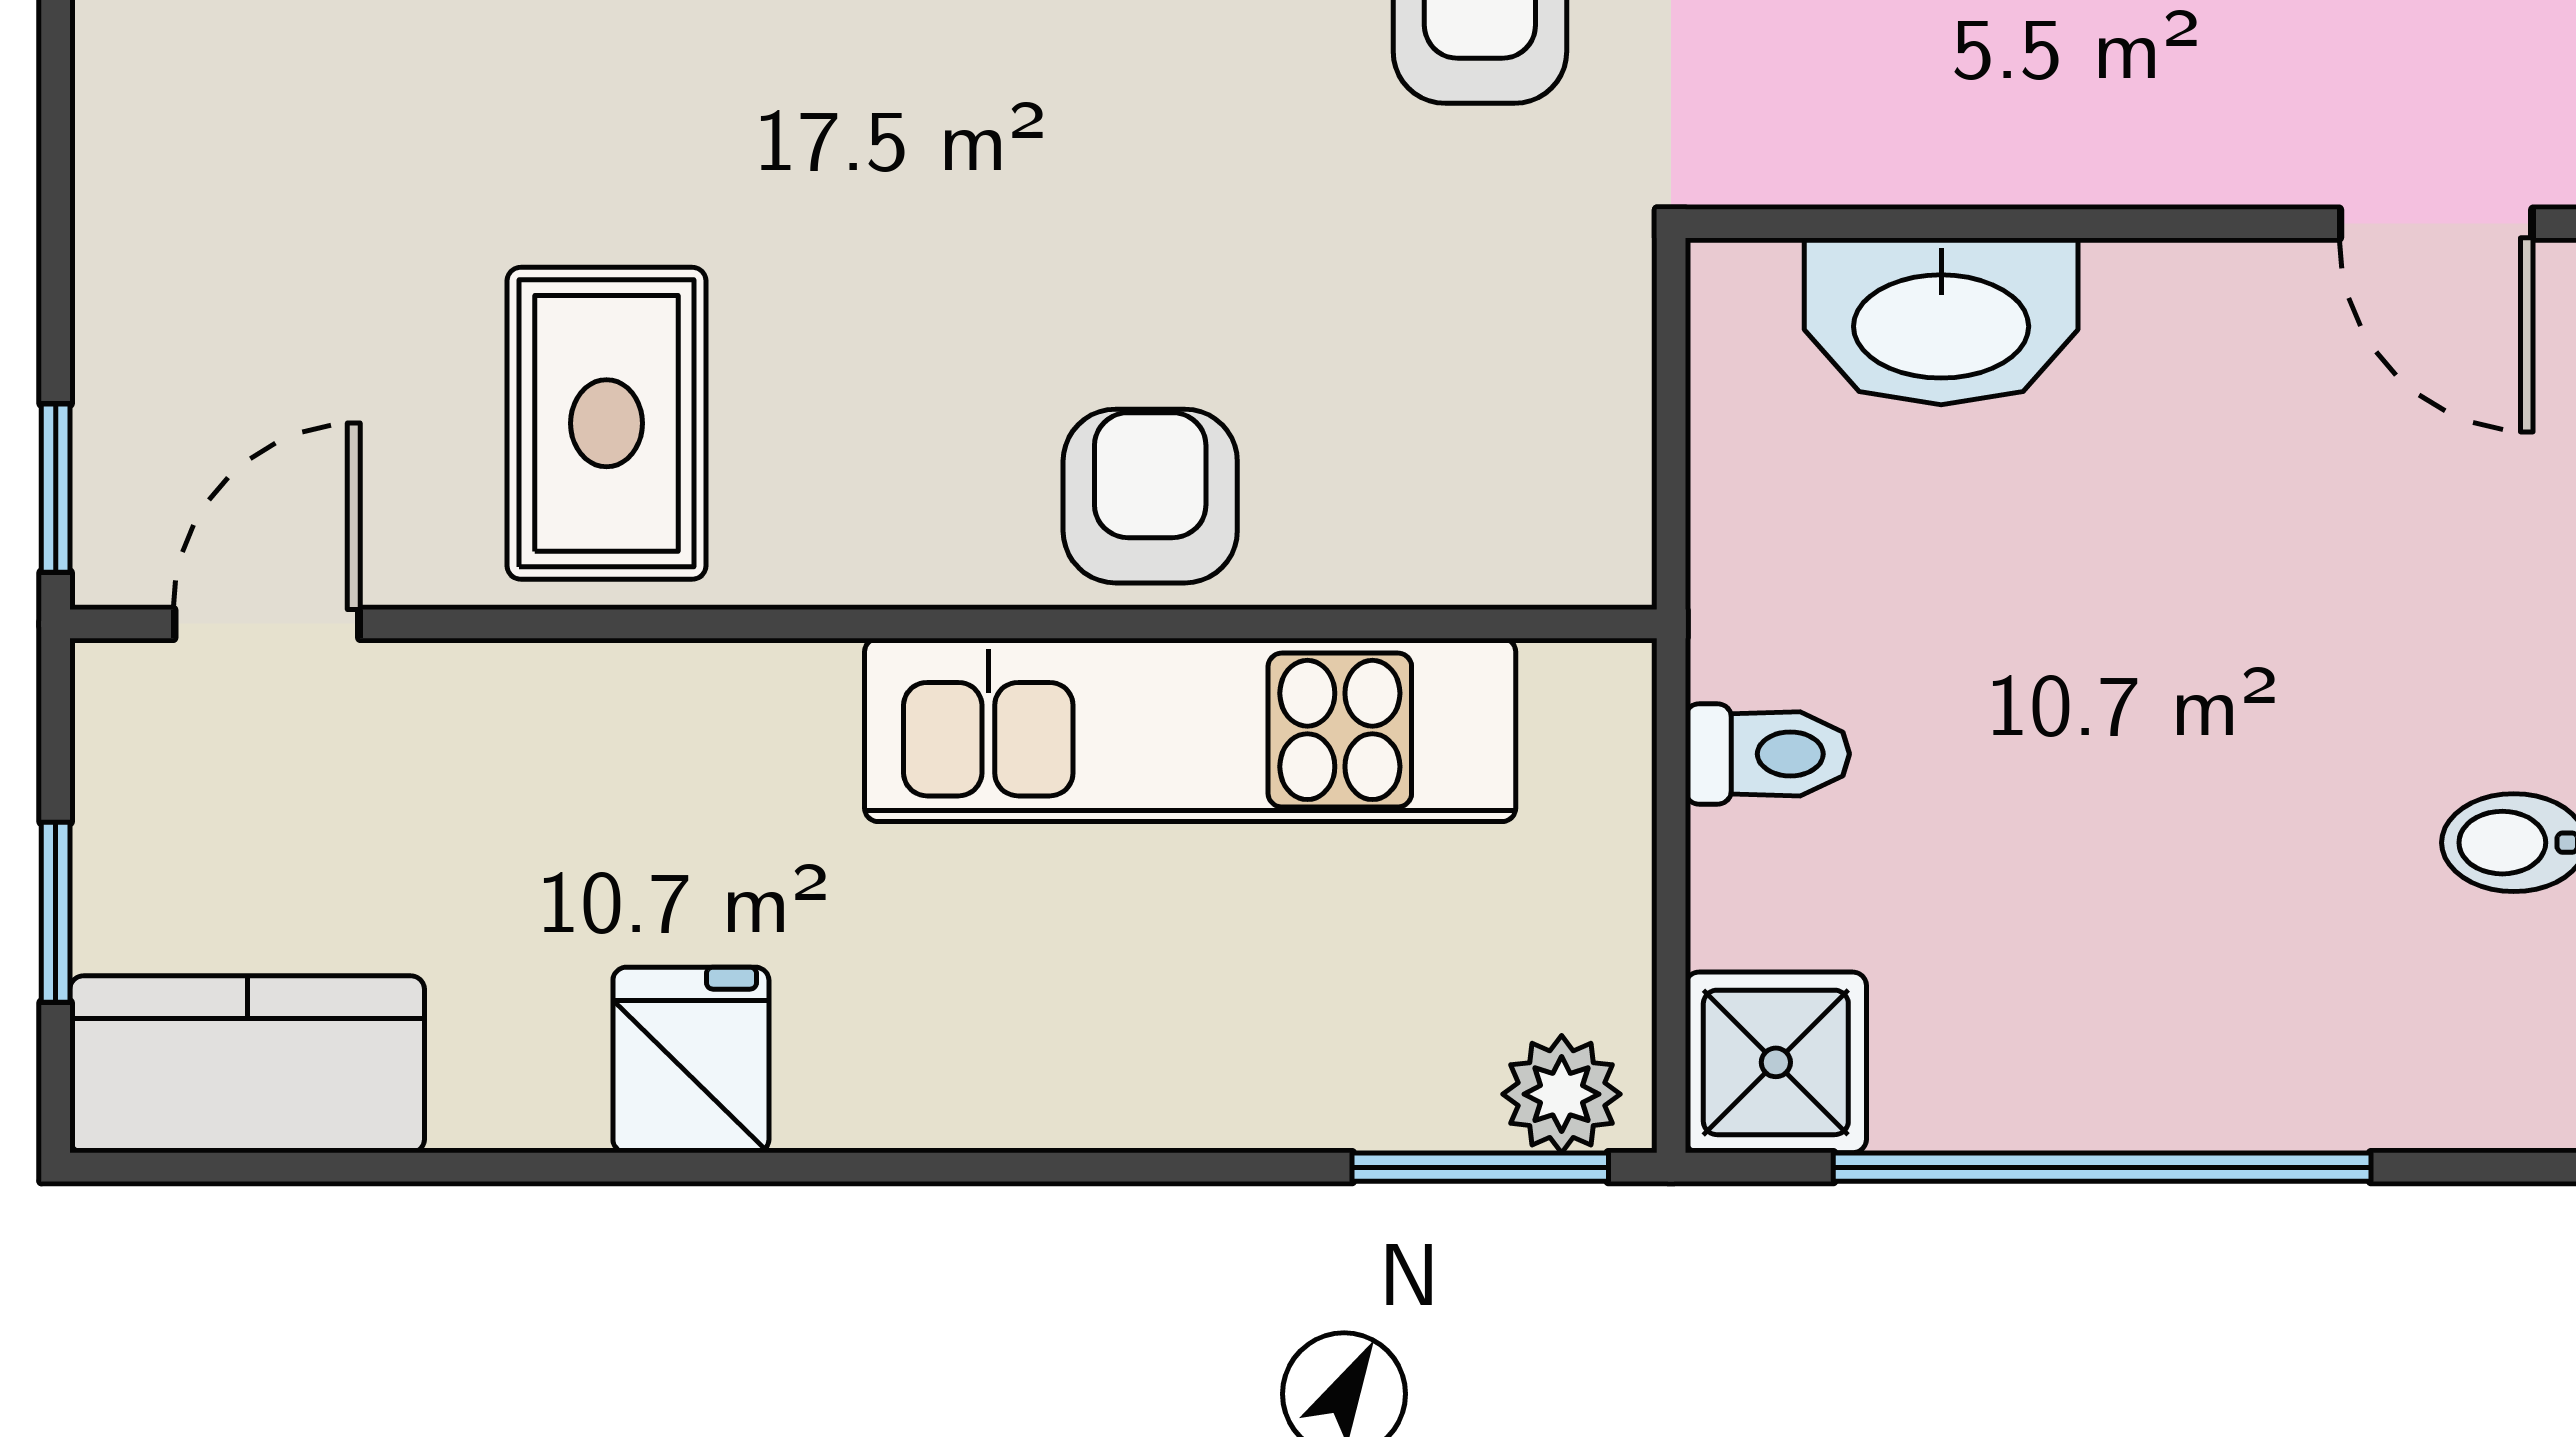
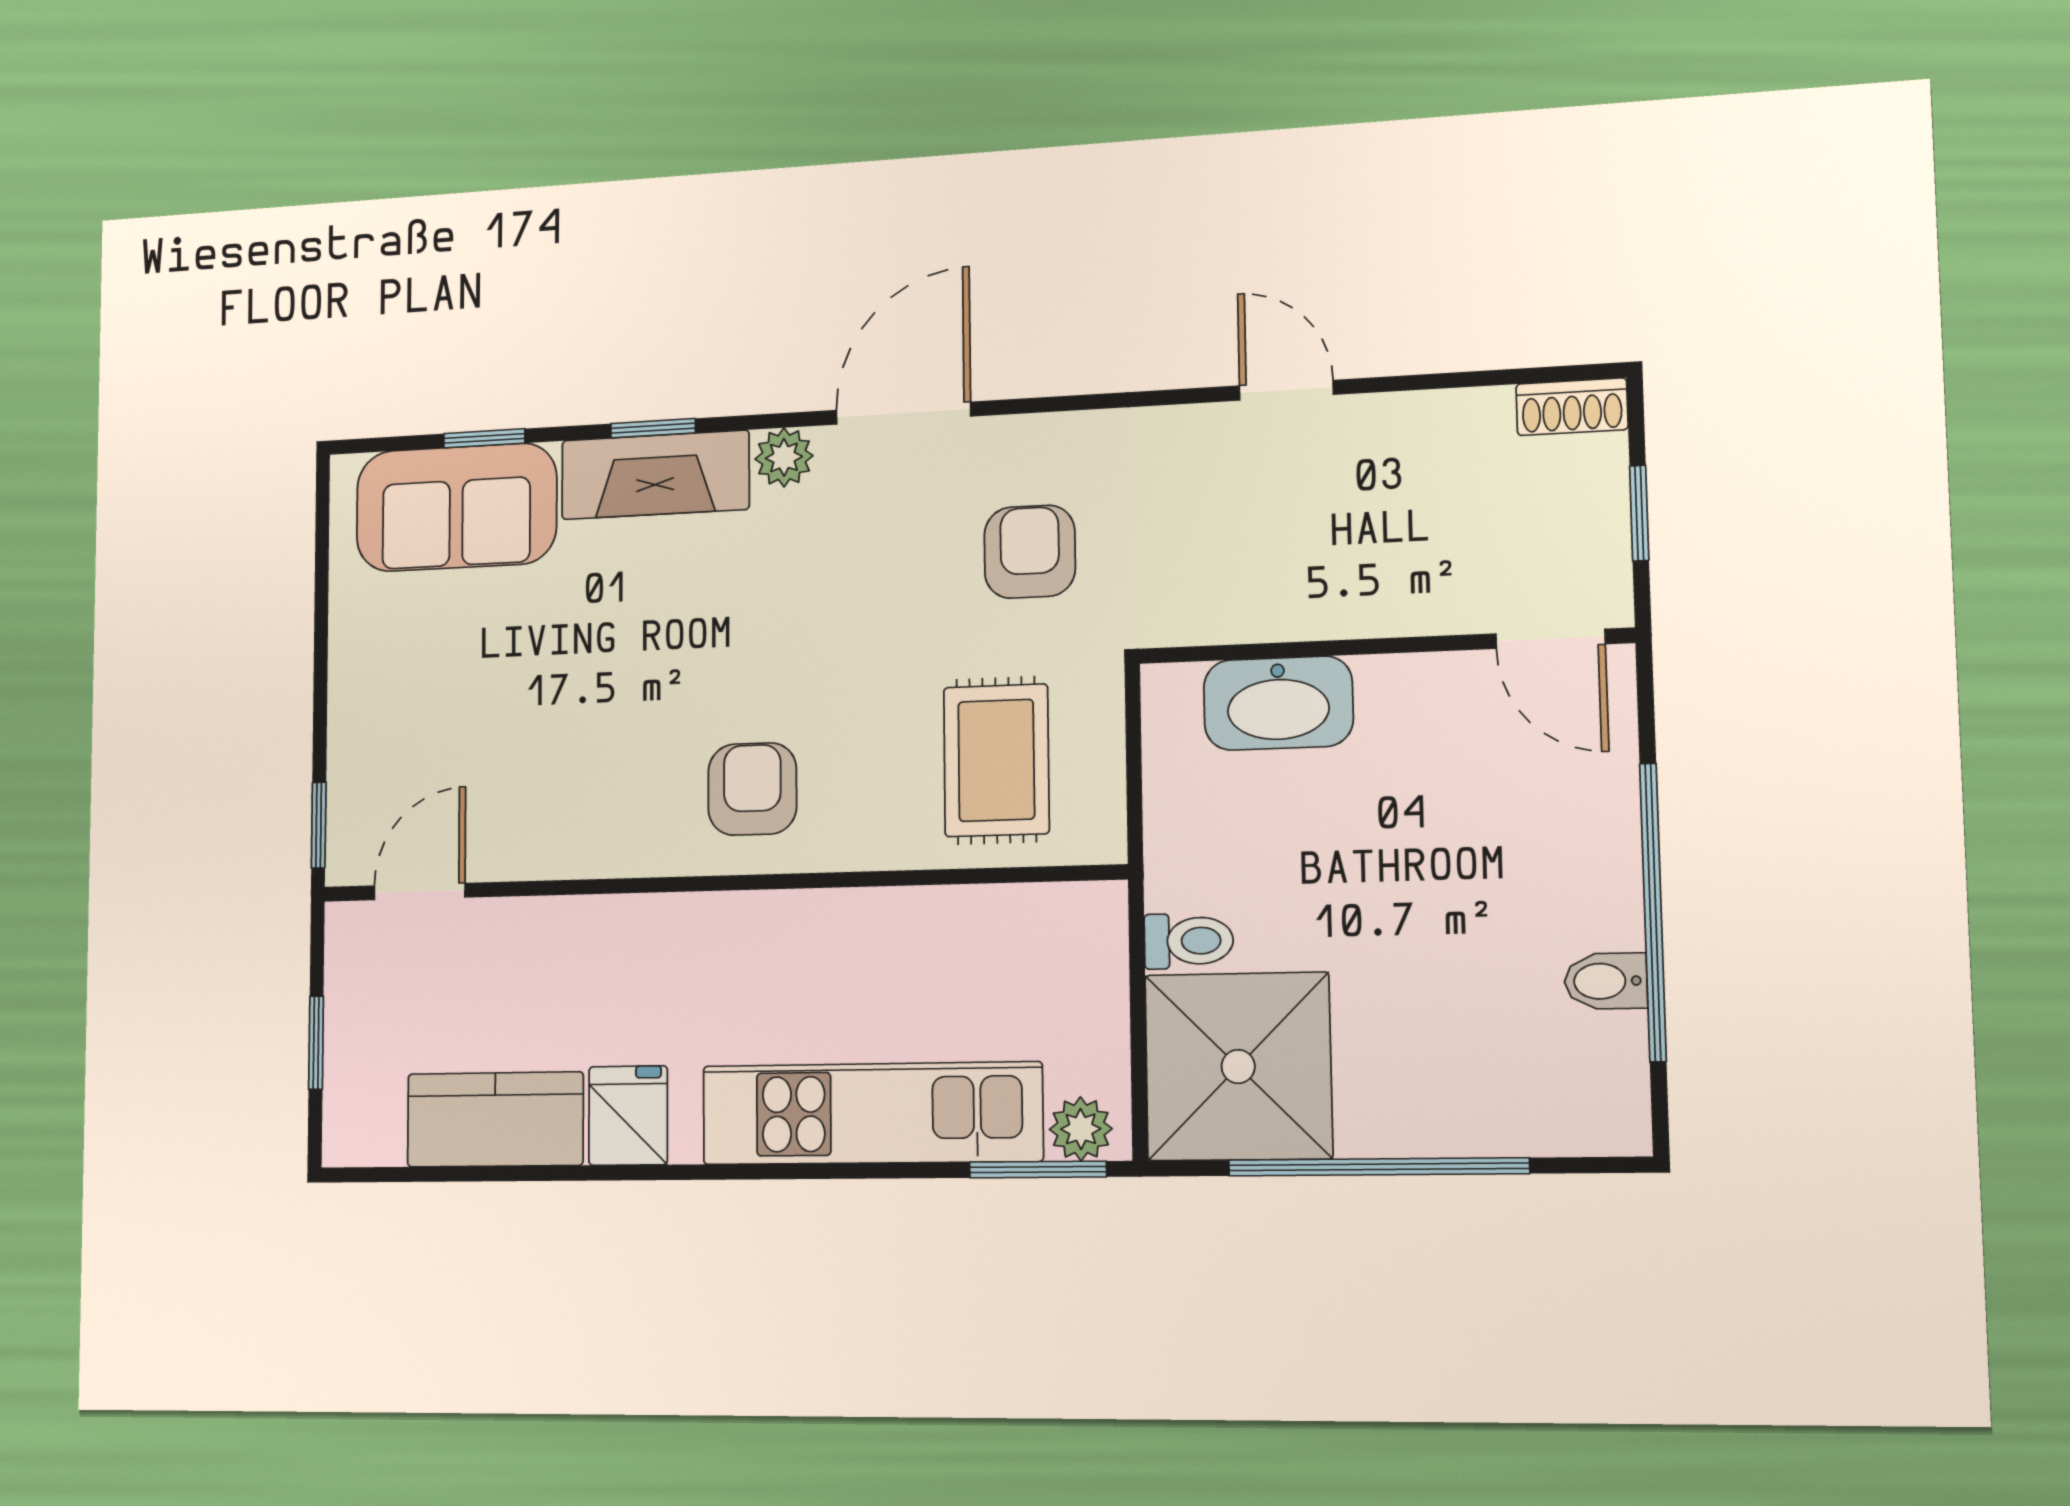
rug: (607, 423) -> (996, 760), moved
armchair: (1150, 496) -> (752, 789), moved
kitchen unit: (1190, 730) -> (871, 1113), moved, turned 180
shower: (1776, 1062) -> (1238, 1067), width x1.86, depth x1.86
kitchen counter: (247, 1064) -> (495, 1119), moved

